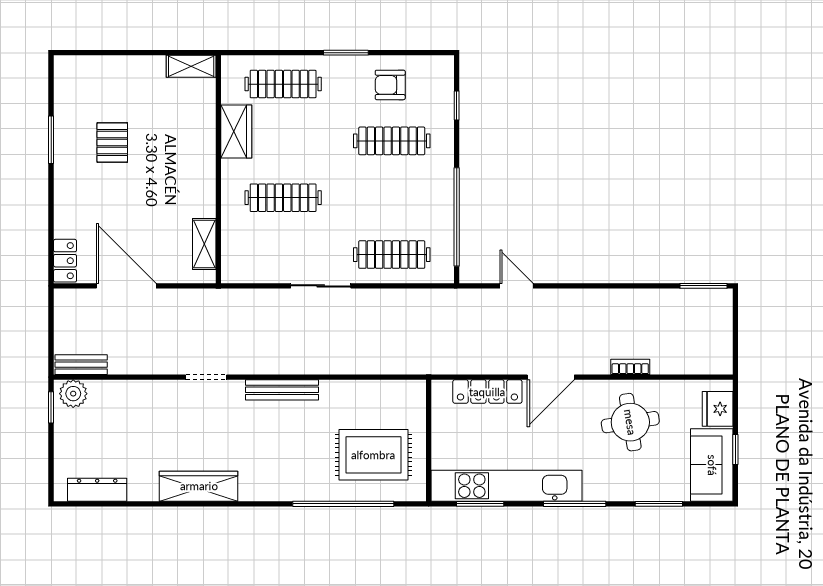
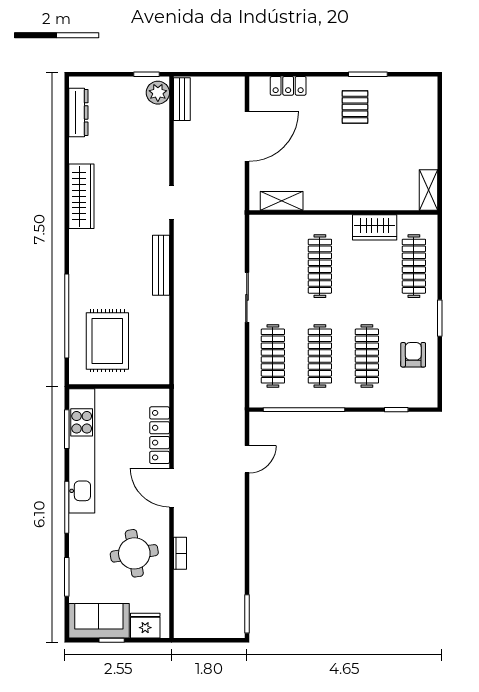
pallet: (112, 143) -> (355, 107), moved, turned 90
clothes rail: (392, 198) -> (320, 356), added
locker: (65, 261) -> (288, 86), moved

